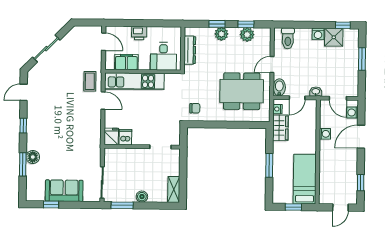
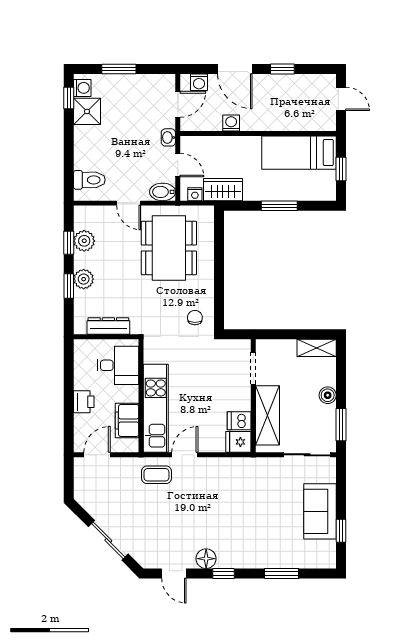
washing machine: (318, 34) -> (82, 88), moved
shelving: (129, 156) -> (267, 415), added
floor lamp: (33, 157) -> (206, 559), moved
window: (361, 183) -> (282, 69), moved

